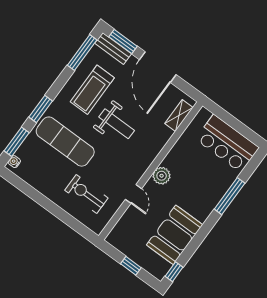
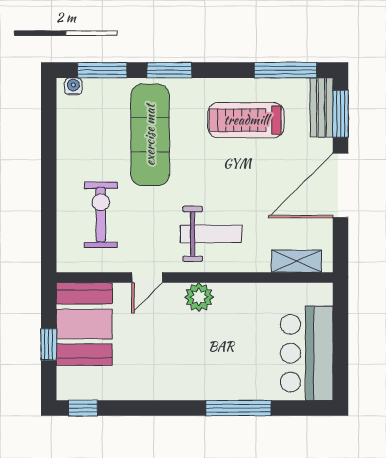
weight bench: (117, 124) -> (211, 234), moved, turned -90
booth: (175, 235) -> (84, 324), moved, turned 90

